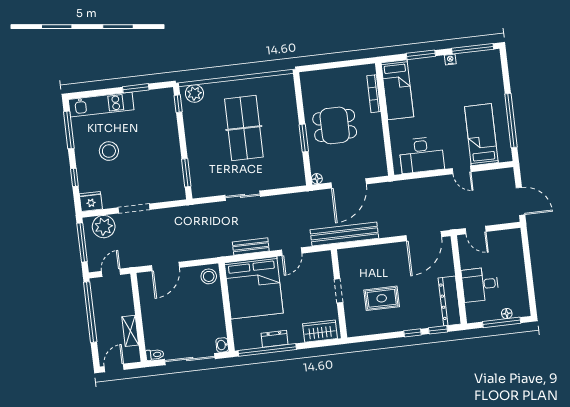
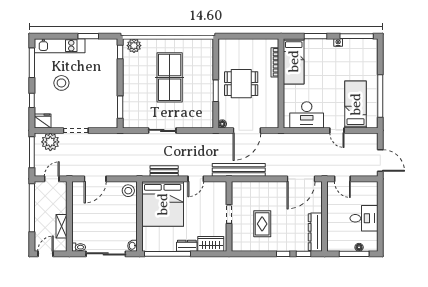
desk: (480, 284) -> (364, 218), moved, turned 180
rug: (382, 298) -> (262, 224), turned 90
dresser: (275, 339) -> (187, 246), moved

